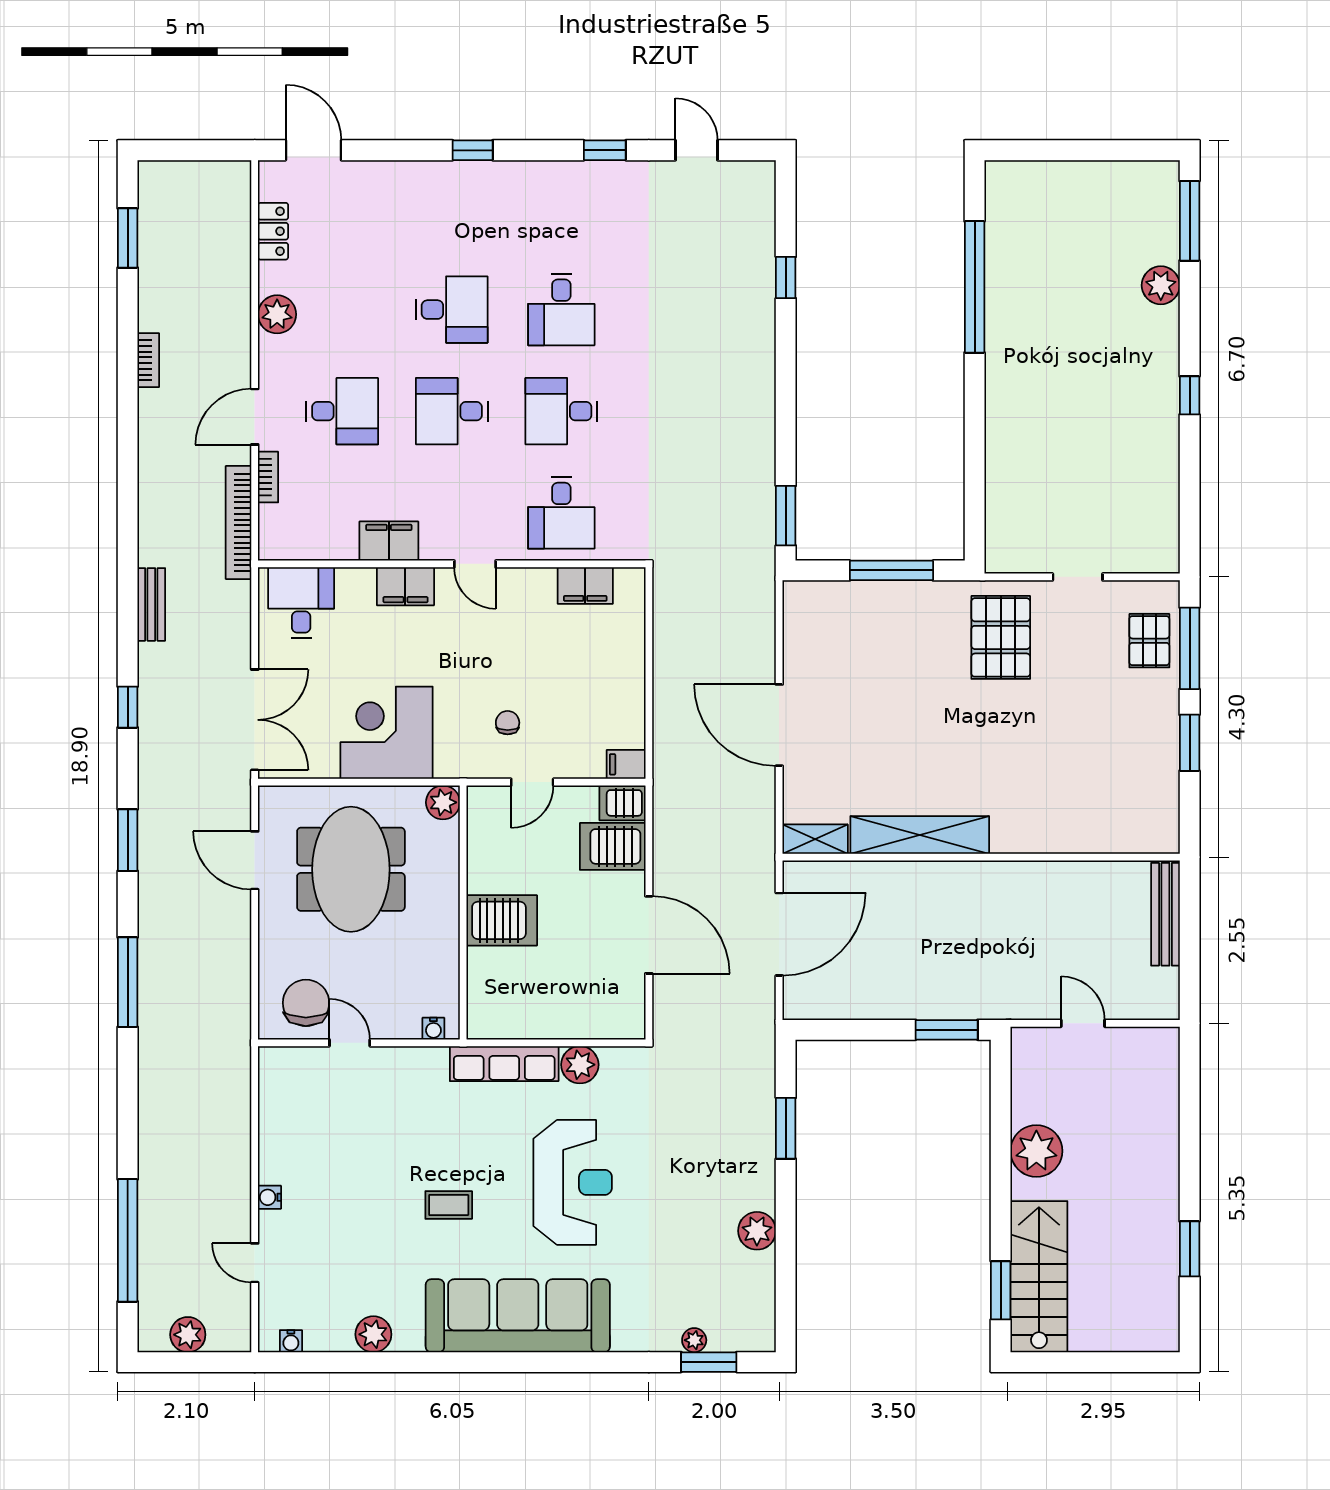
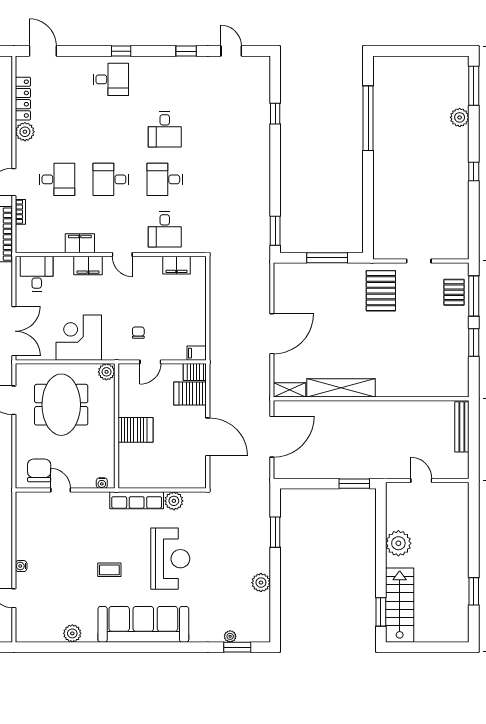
locker: (273, 231) -> (23, 99), width x1.53
desk: (452, 310) -> (111, 79), moved
door: (779, 725) -> (272, 334), swing flipped
water cooler: (291, 1341) -> (32, 637), removed

